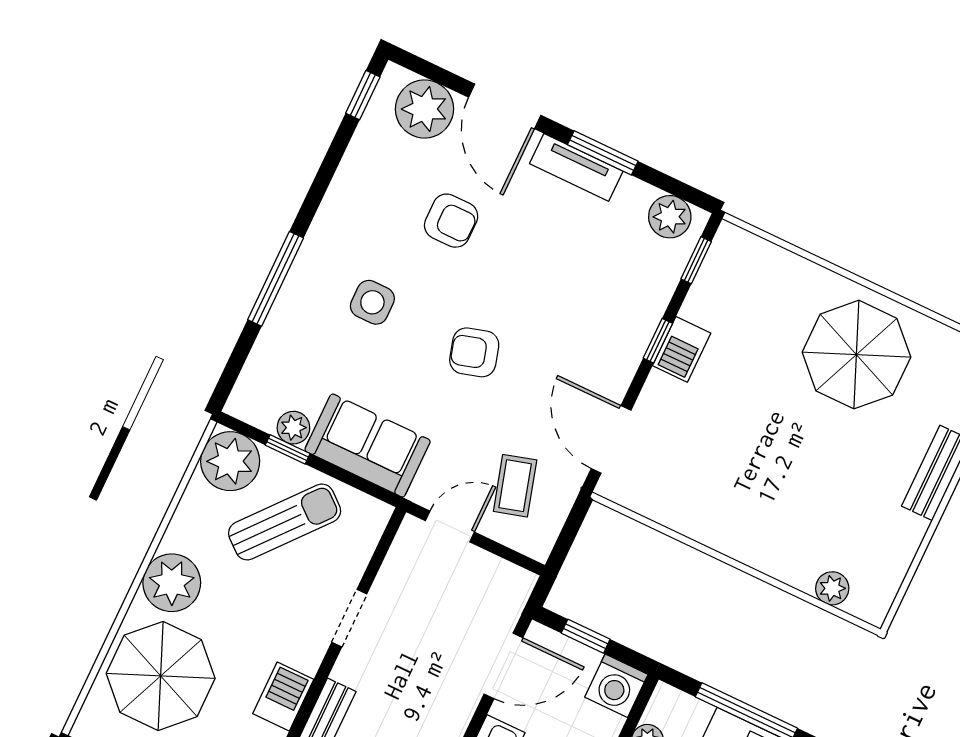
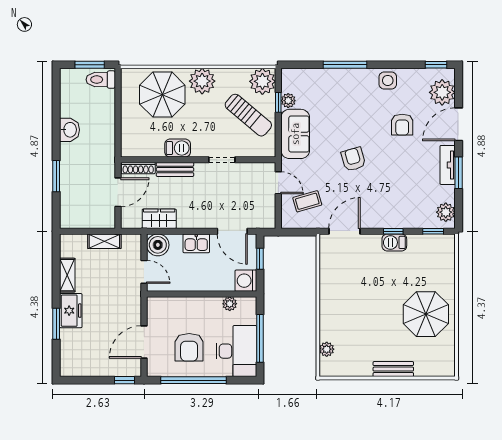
side table: (372, 302) -> (388, 80), moved

